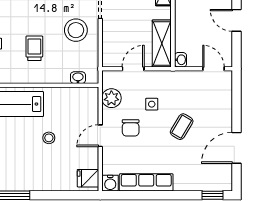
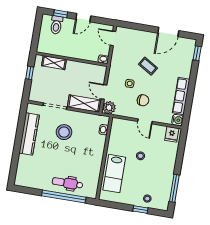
stool: (76, 30) -> (64, 132), moved
shelving: (162, 44) -> (84, 103), moved
trolley: (34, 48) -> (79, 155), removed
door: (213, 69) -> (113, 38), hinge flipped
plant: (111, 98) -> (109, 108), moved
door: (236, 148) -> (168, 32), hinge flipped

